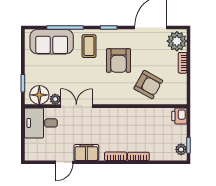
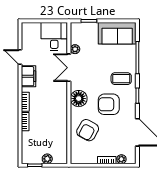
plant: (177, 41) -> (121, 159), width x0.53, depth x0.53
sofa: (52, 42) -> (117, 33), moved, turned -90
floor lamp: (39, 95) -> (79, 99), moved
double door: (76, 106) -> (69, 68), swing flipped
printer: (179, 116) -> (60, 157), removed
plant: (181, 149) -> (47, 159), moved

